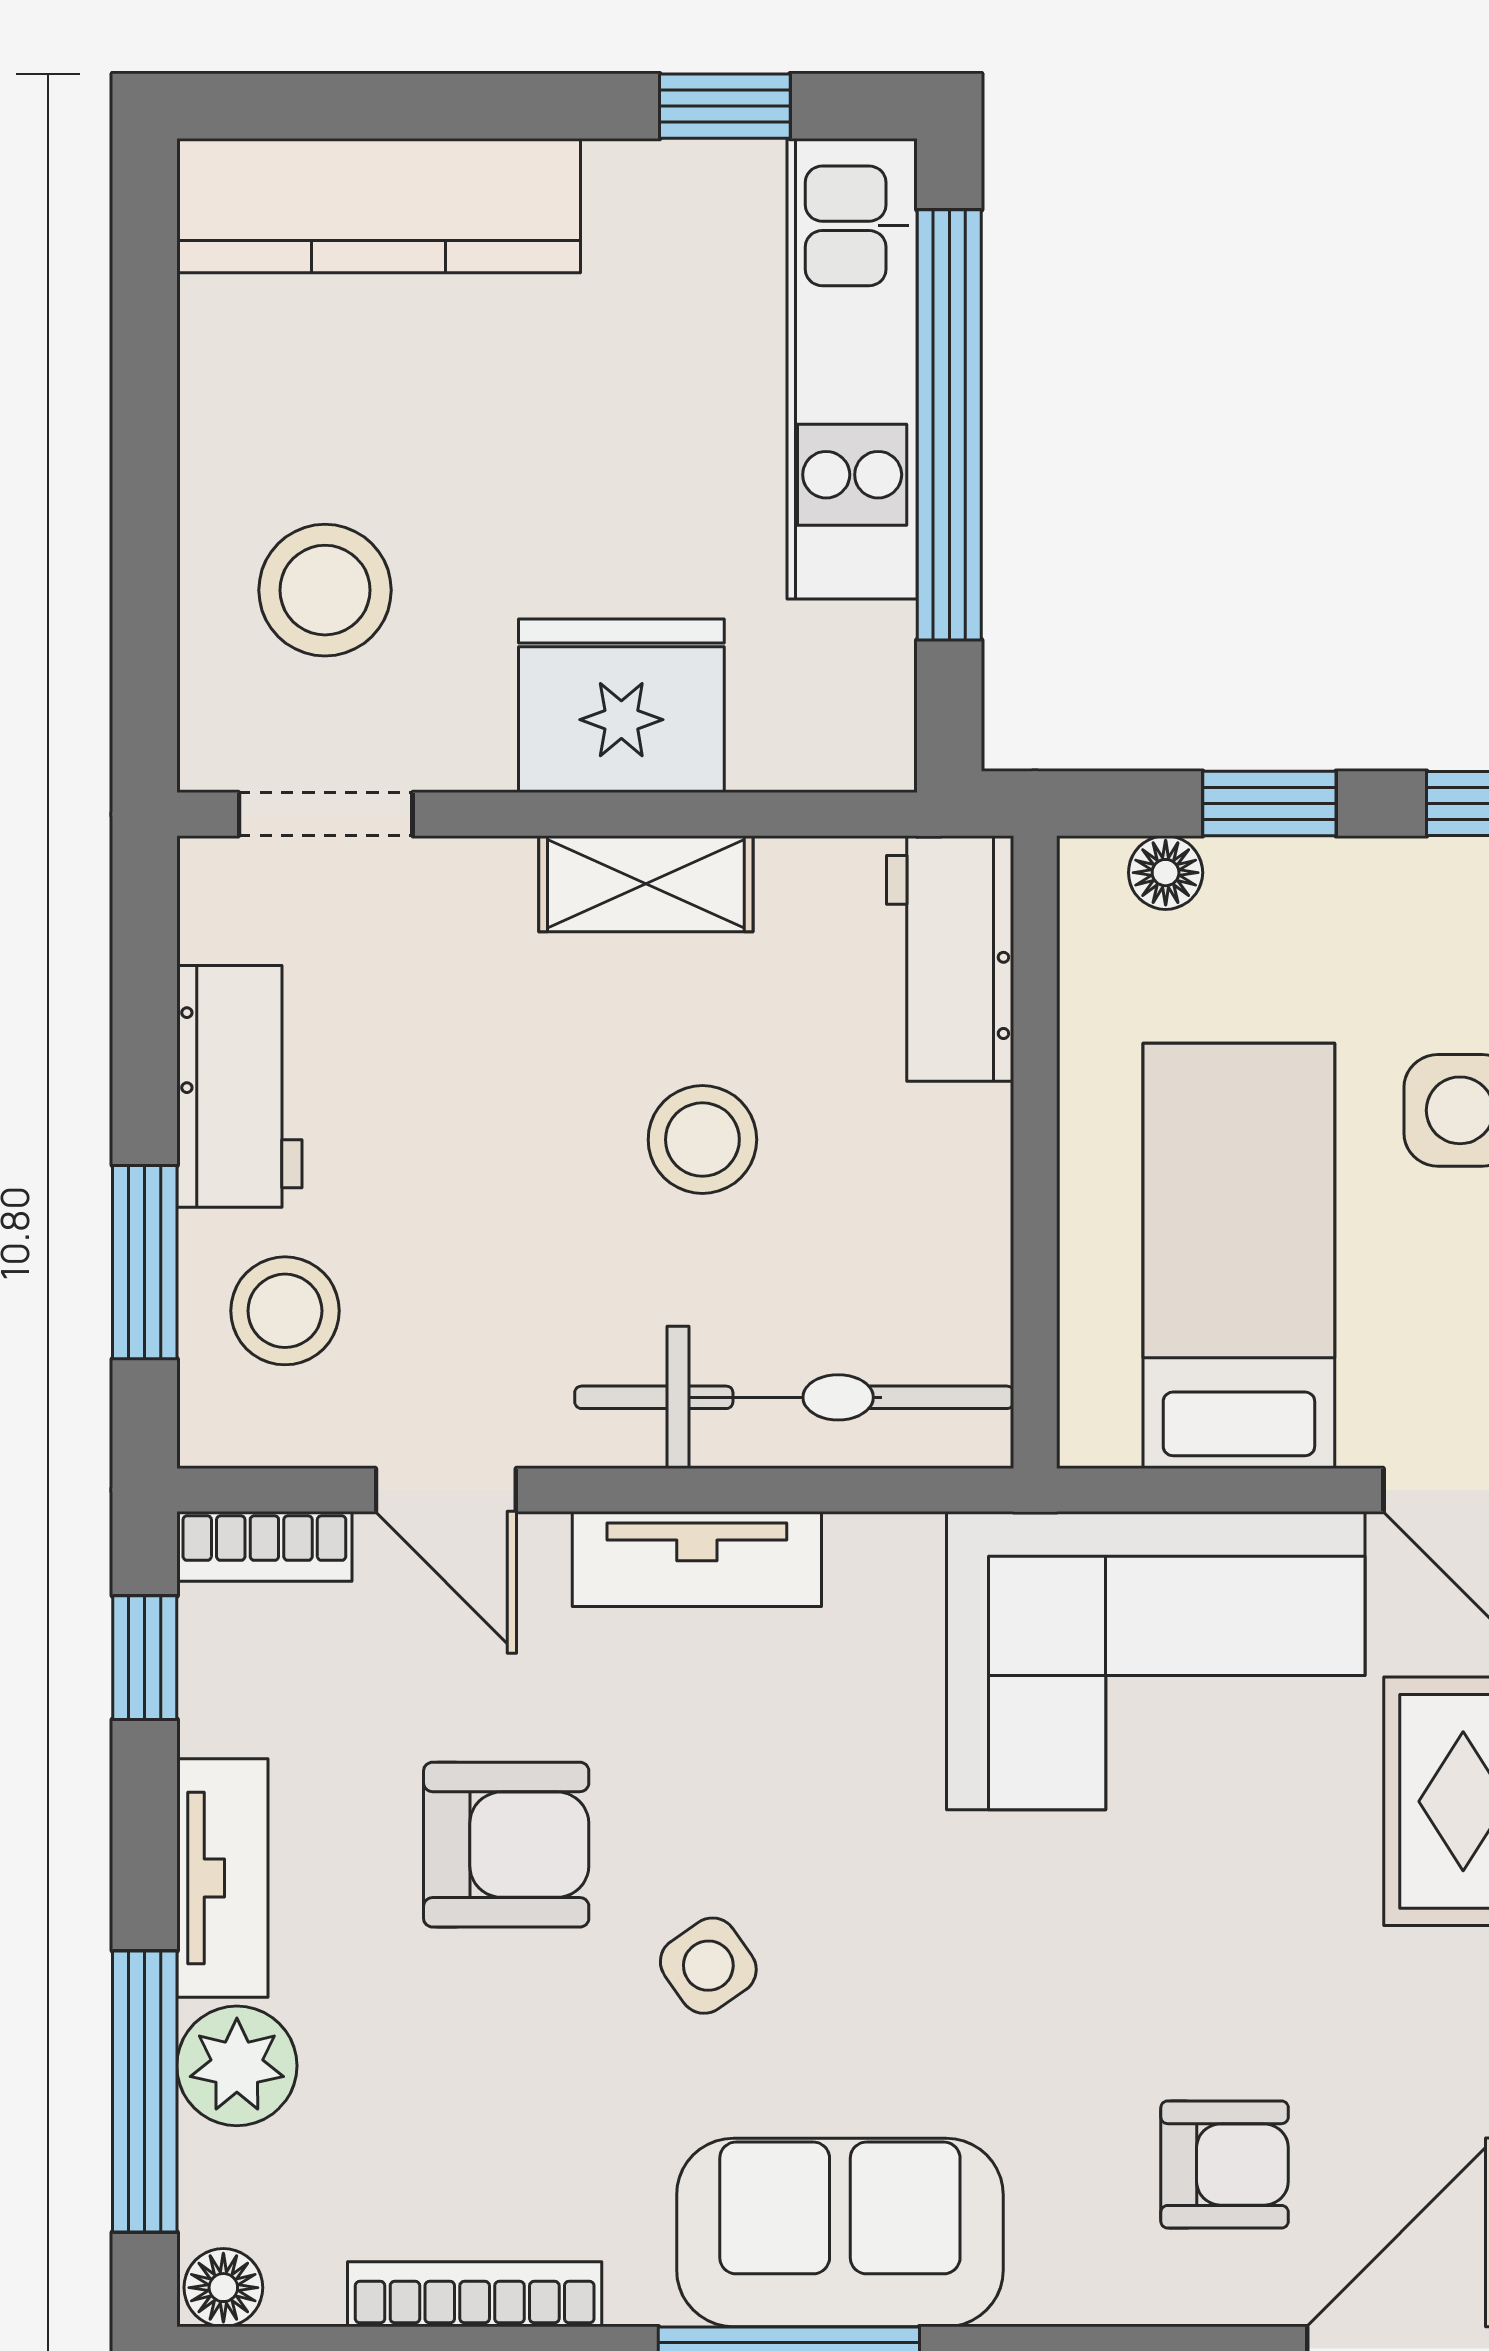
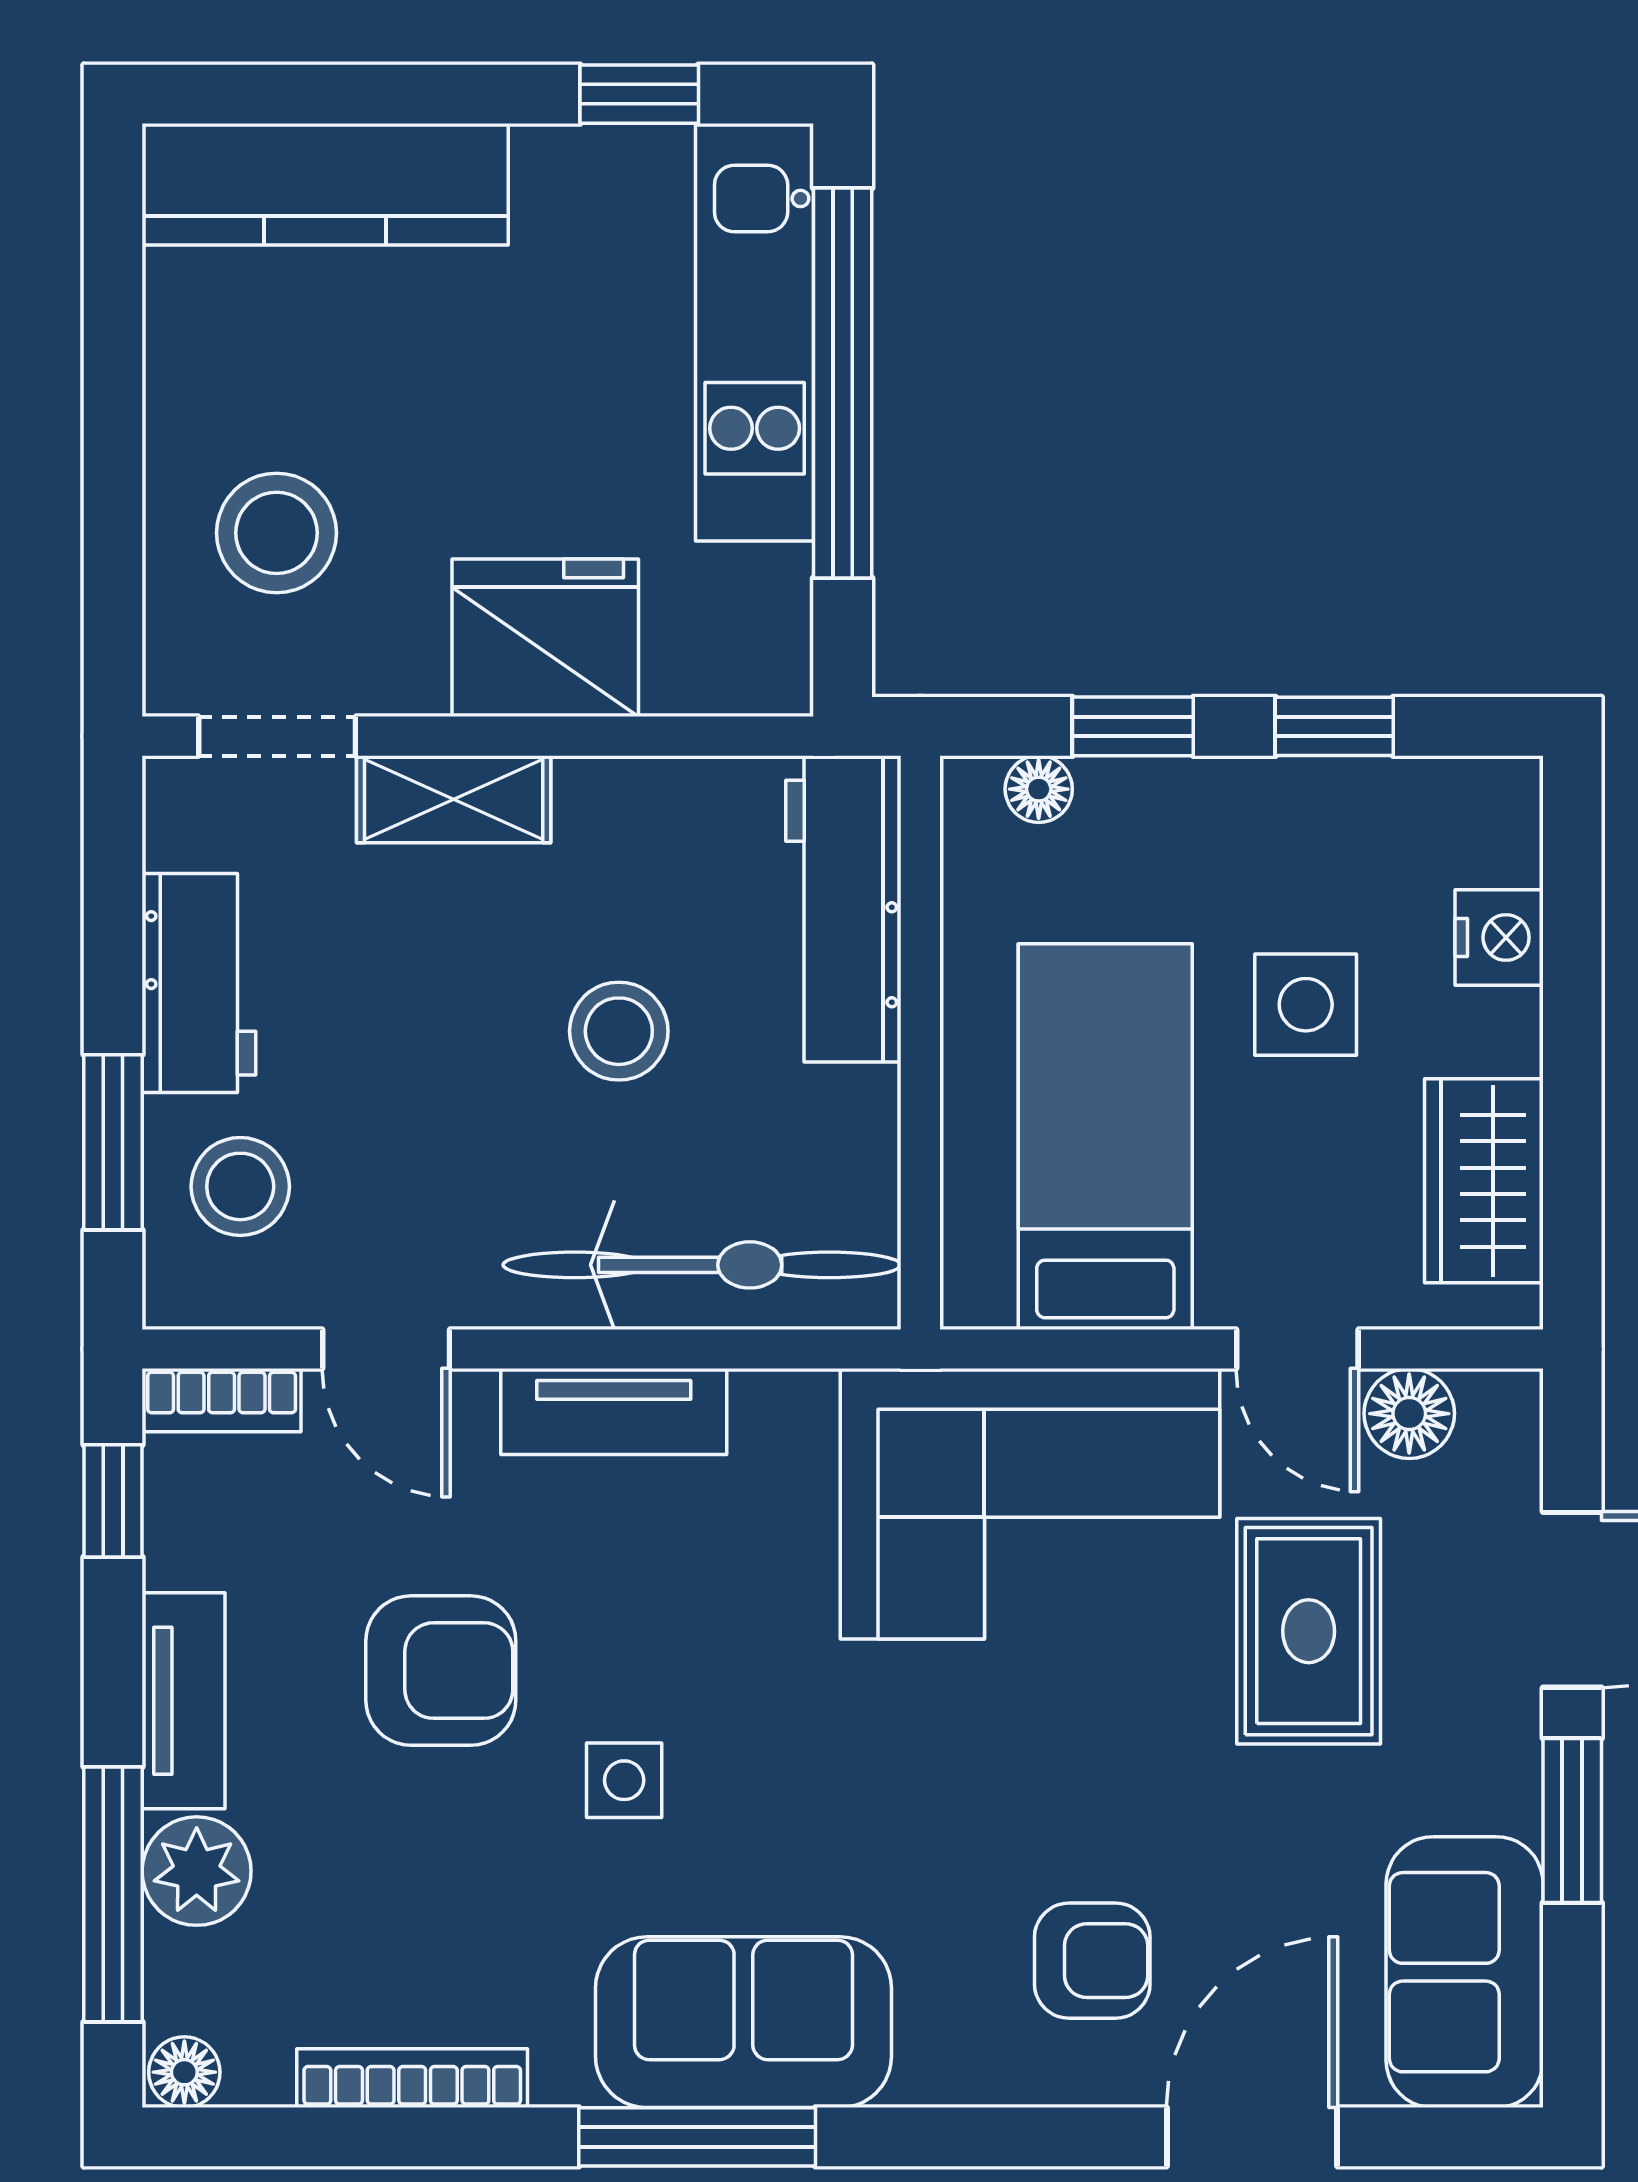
shelving: (646, 884) -> (454, 799), moved
workbench: (950, 959) -> (843, 909), width x1.37
side table: (708, 1966) -> (624, 1780), turned 35

